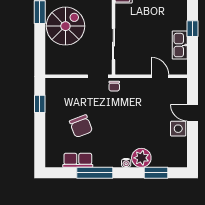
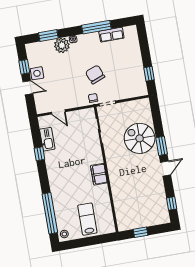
spiral stairs: (65, 26) -> (140, 138), turned 90
chair: (81, 126) -> (95, 74), moved
window: (193, 139) -> (24, 67), added

